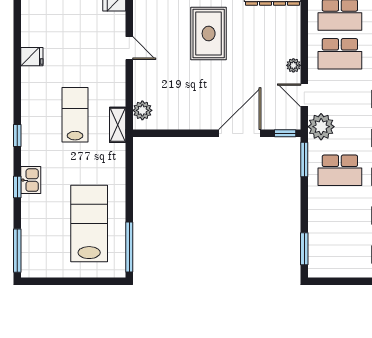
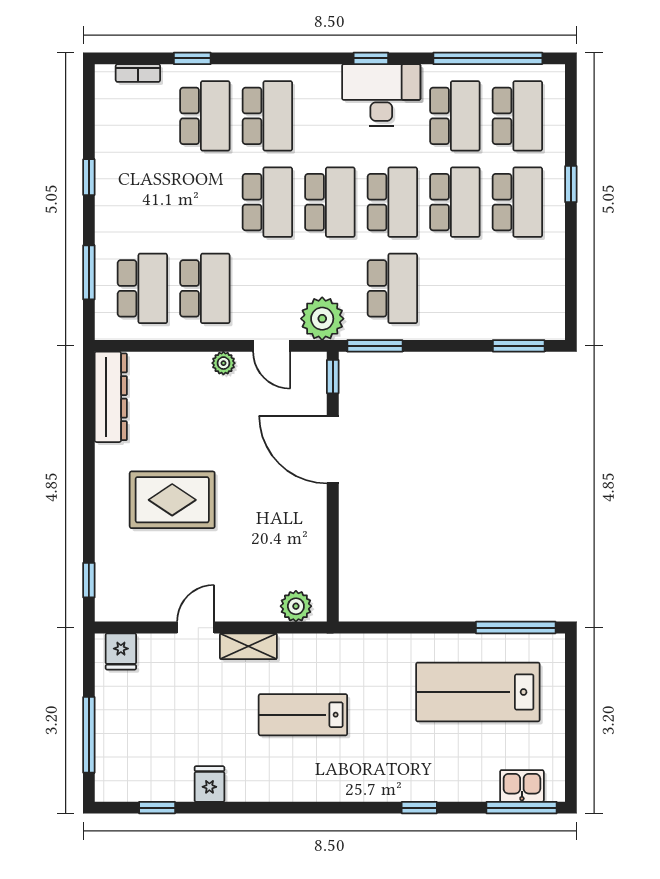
door: (304, 95) -> (272, 346), hinge flipped
shelving: (118, 125) -> (248, 646), moved
window: (17, 136) -> (157, 808), moved
kitchen sink: (31, 180) -> (522, 786), moved

